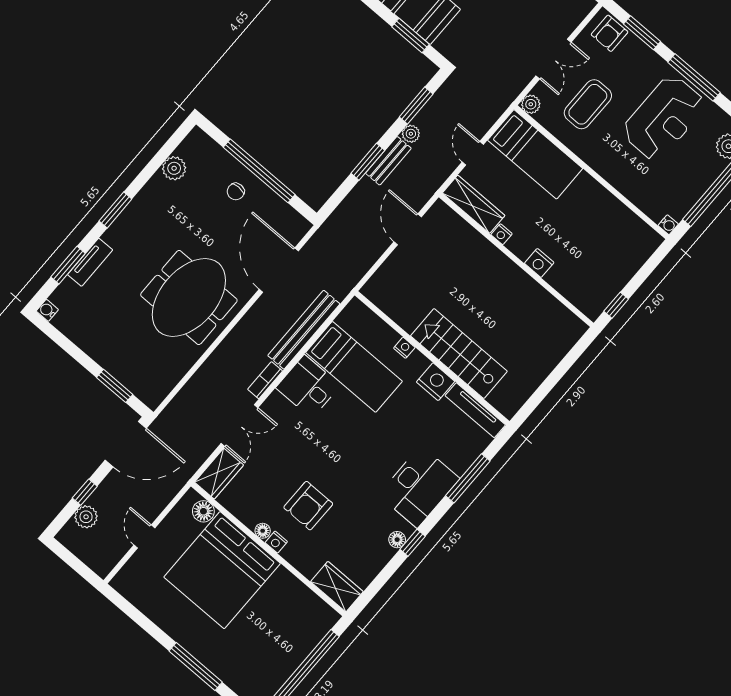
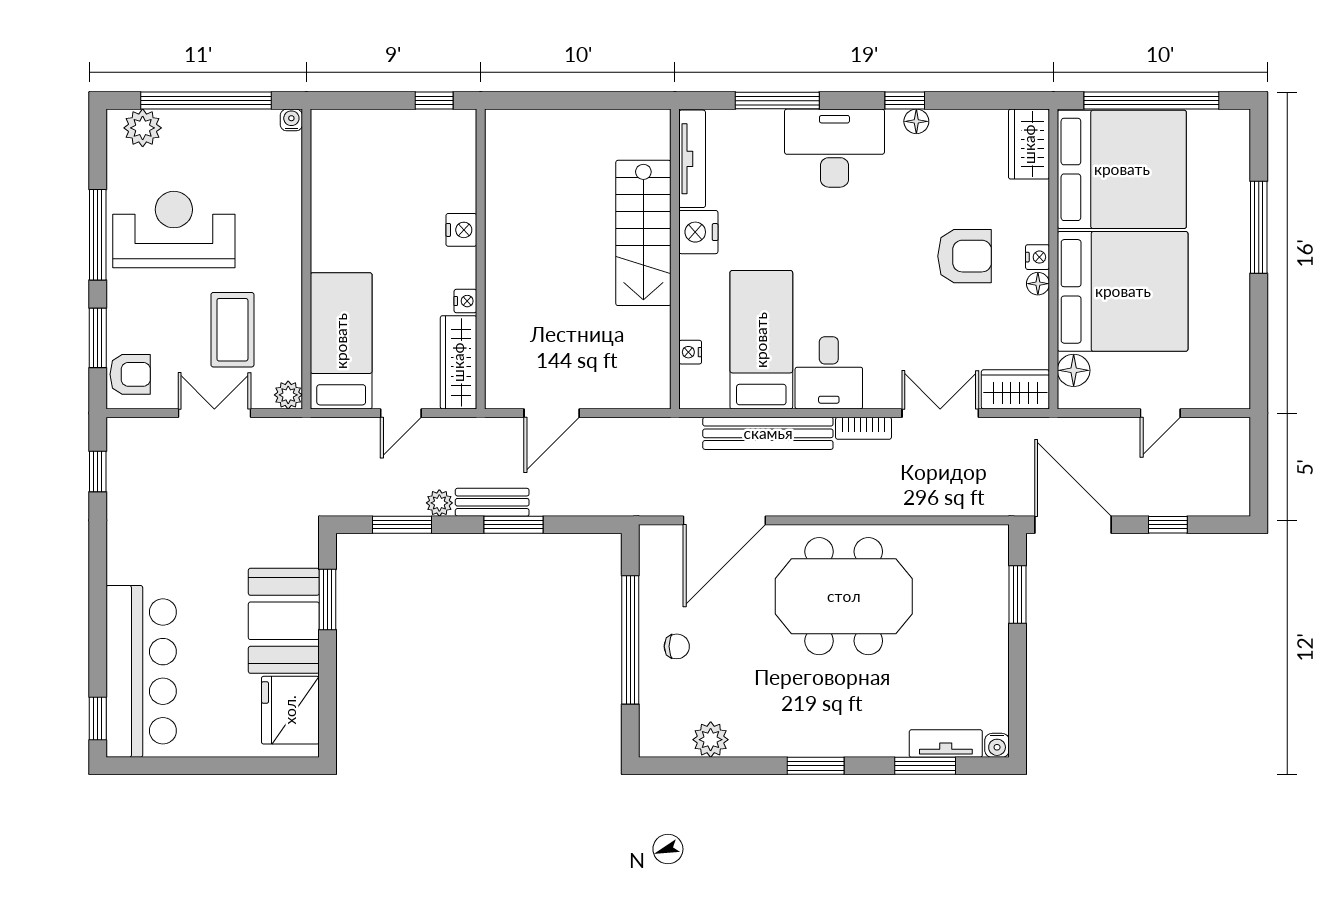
coffee table: (588, 104) -> (232, 330), turned 90
tv unit: (90, 262) -> (946, 744), moved
nightstand: (404, 348) -> (690, 352), moved
plant: (86, 517) -> (1195, 499), removed
bed: (284, 623) -> (1122, 169), added

